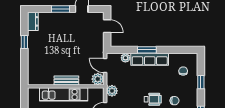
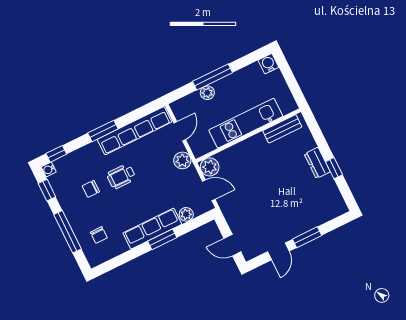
dresser: (33, 21) -> (317, 163), moved
bench: (66, 80) -> (282, 129), moved
window: (201, 82) -> (67, 232), width x2.17

